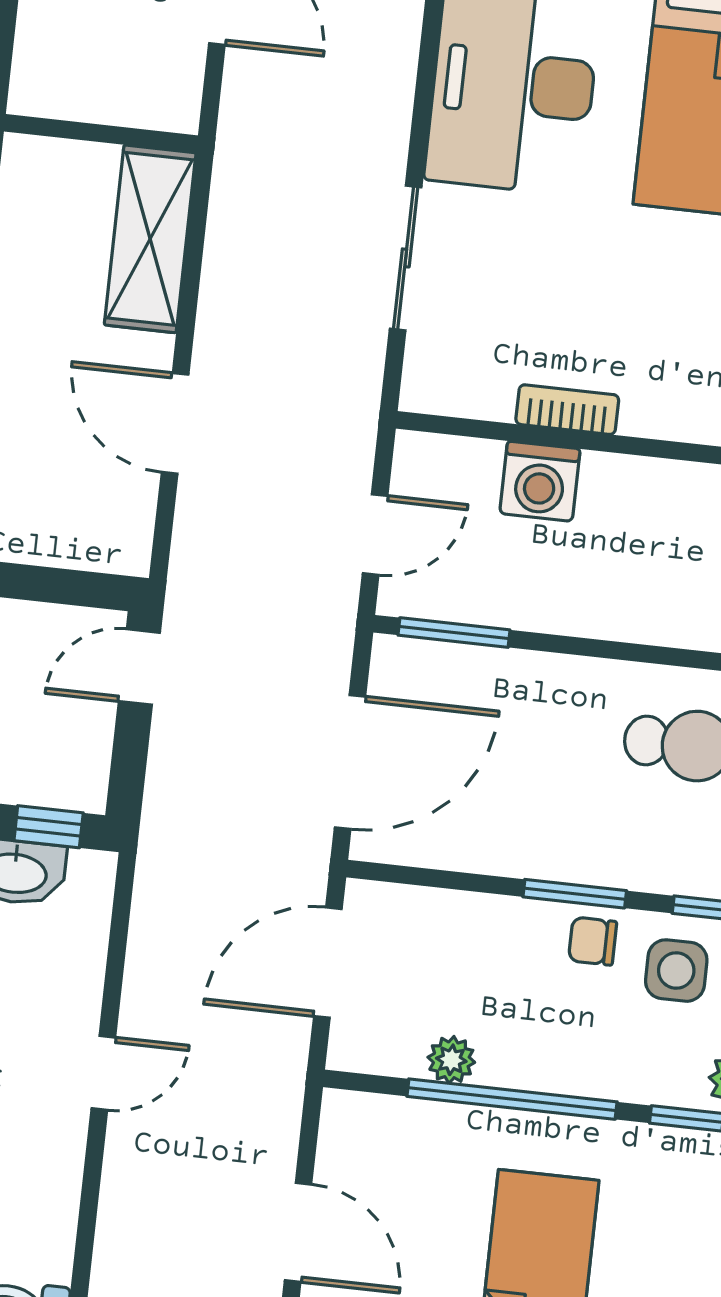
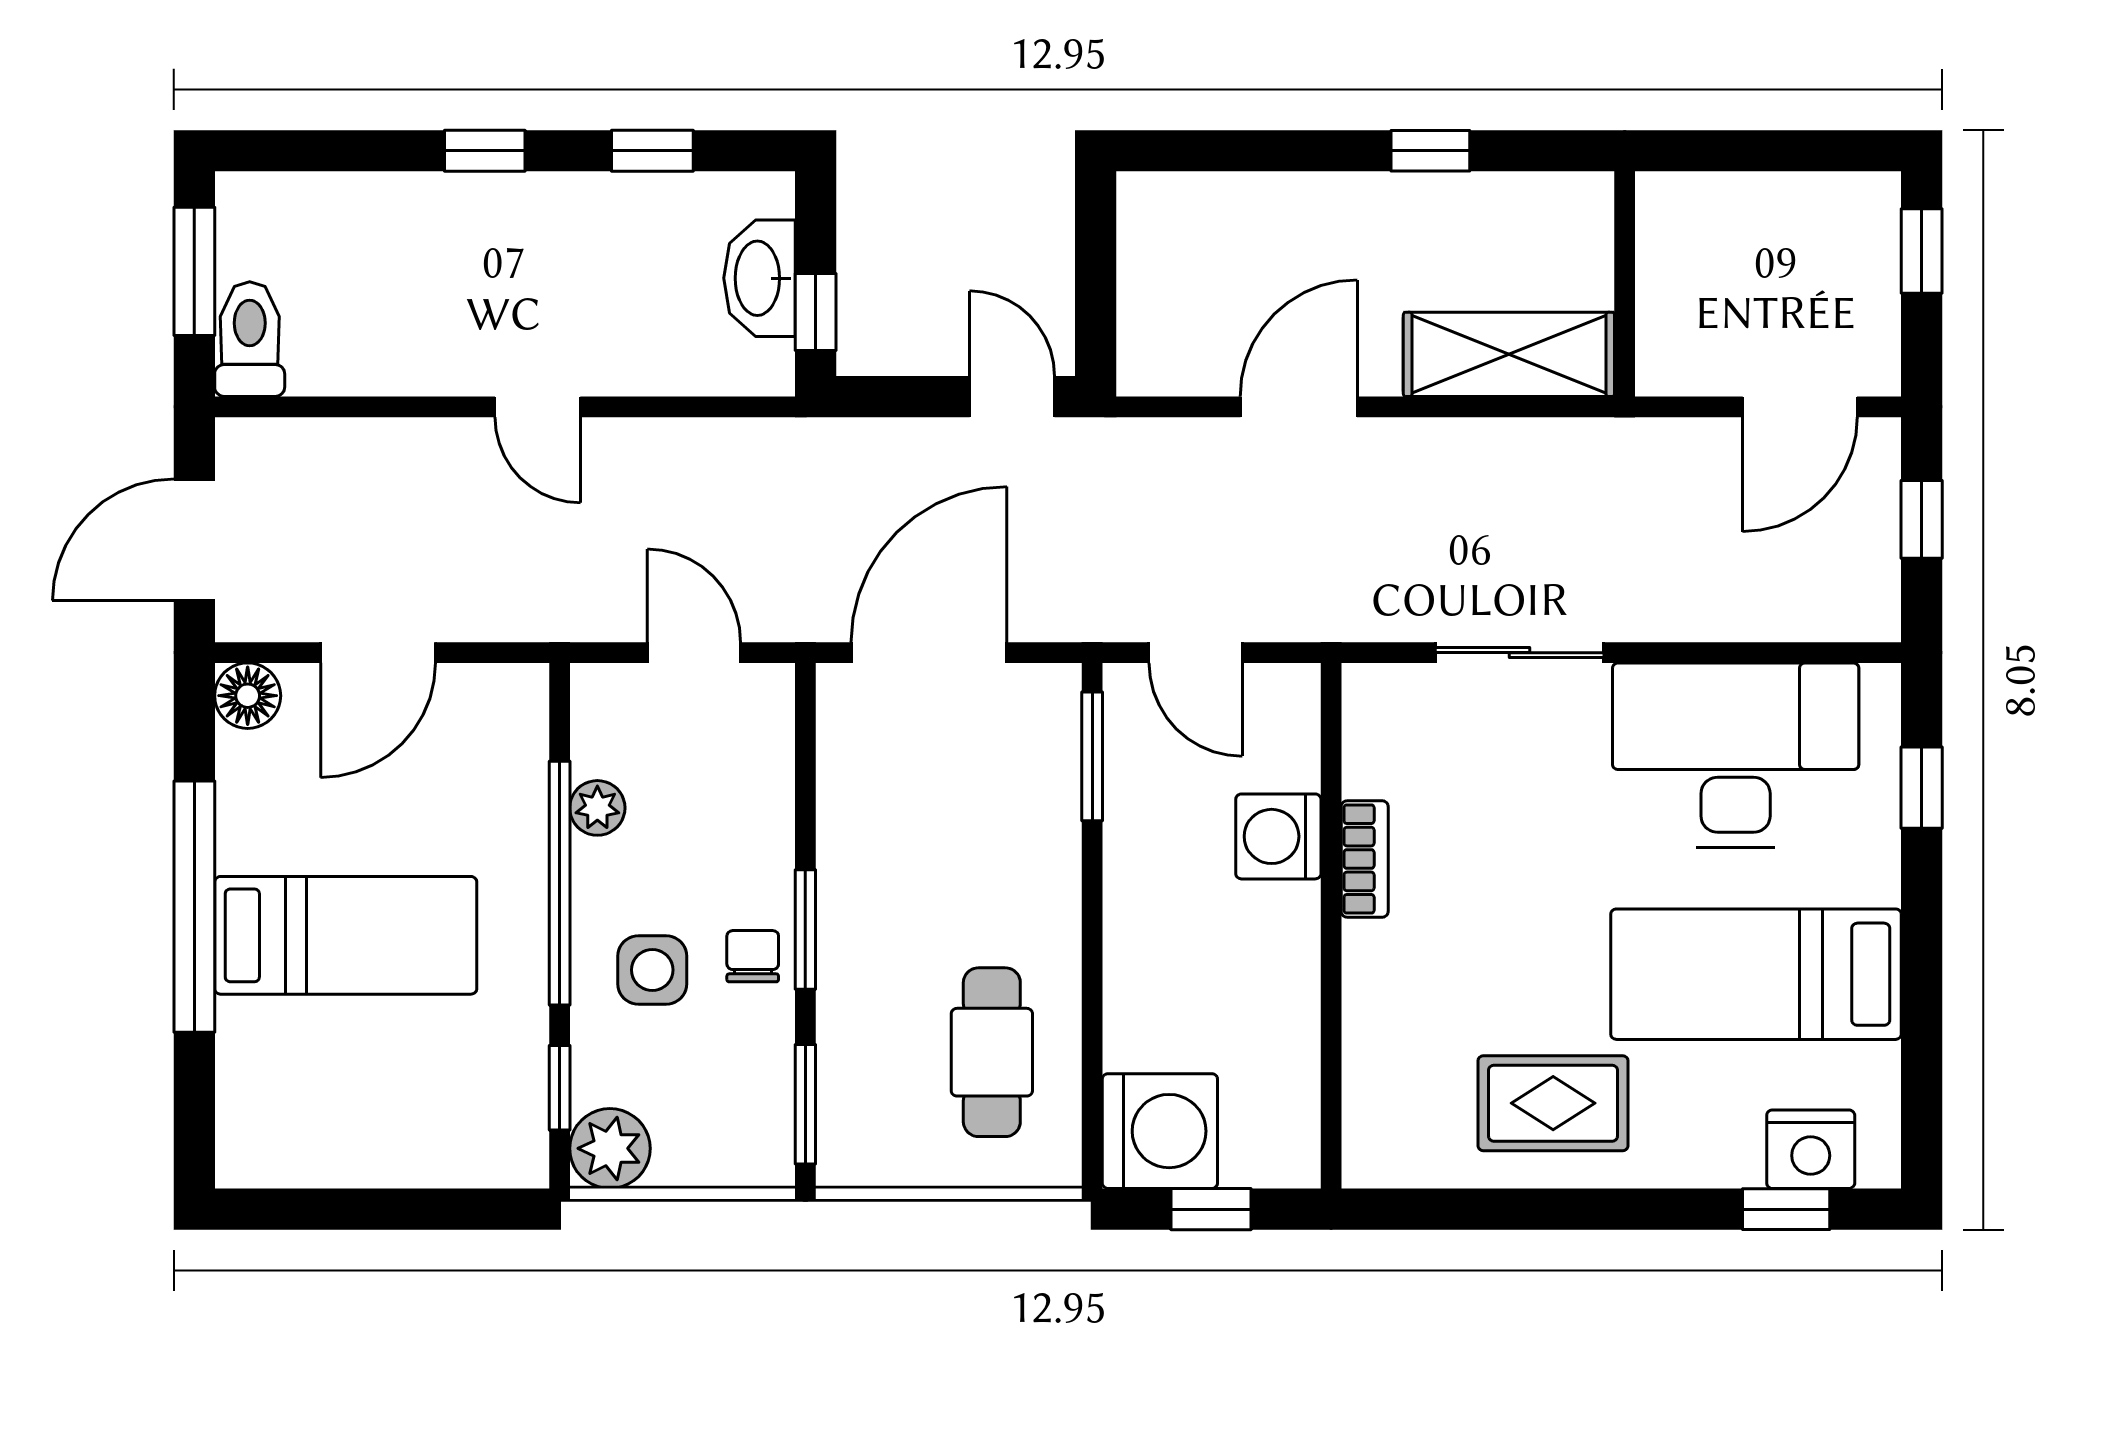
door: (350, 762) -> (929, 653), swing flipped
door: (328, 963) -> (694, 653), width x0.73
side table: (676, 971) -> (652, 970), moved

